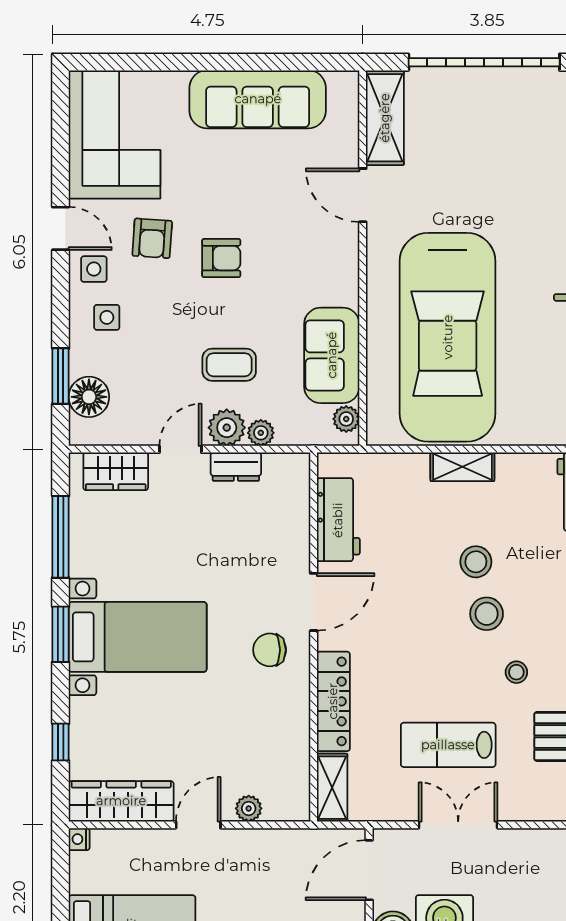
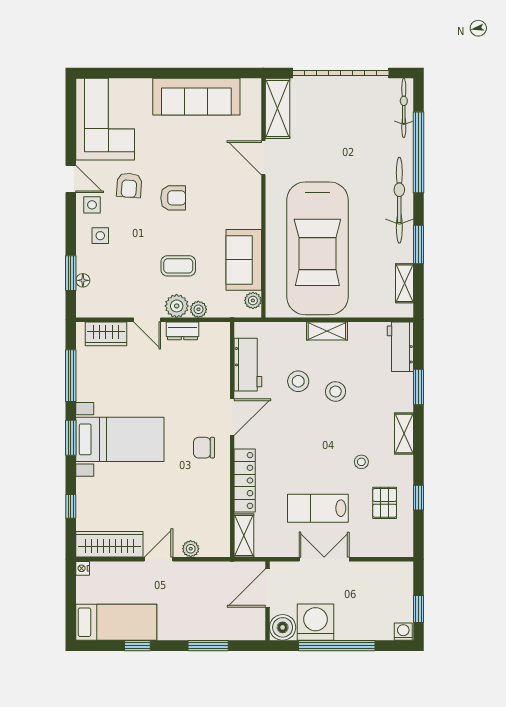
floor lamp: (89, 397) -> (83, 280), width x0.53, depth x0.53
door: (180, 449) -> (147, 320), swing flipped
stool: (487, 614) -> (298, 381), moved

